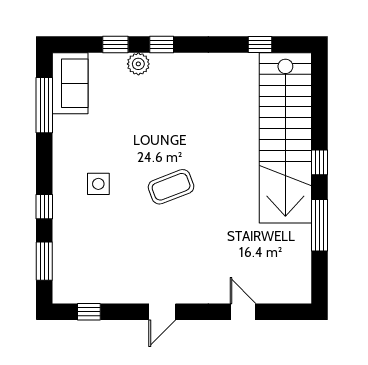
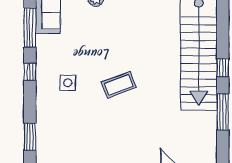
window: (44, 207) -> (30, 72), moved

